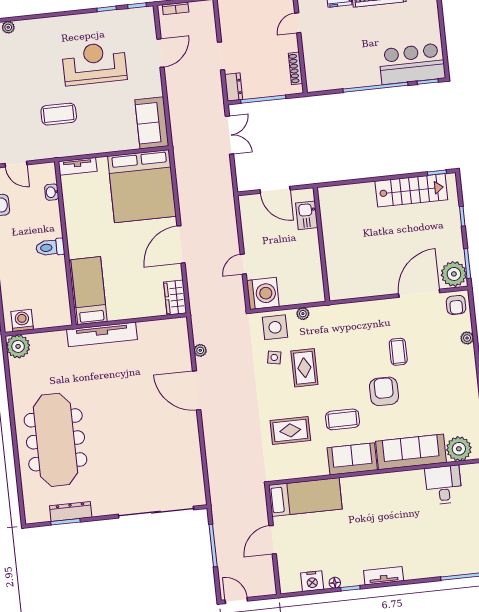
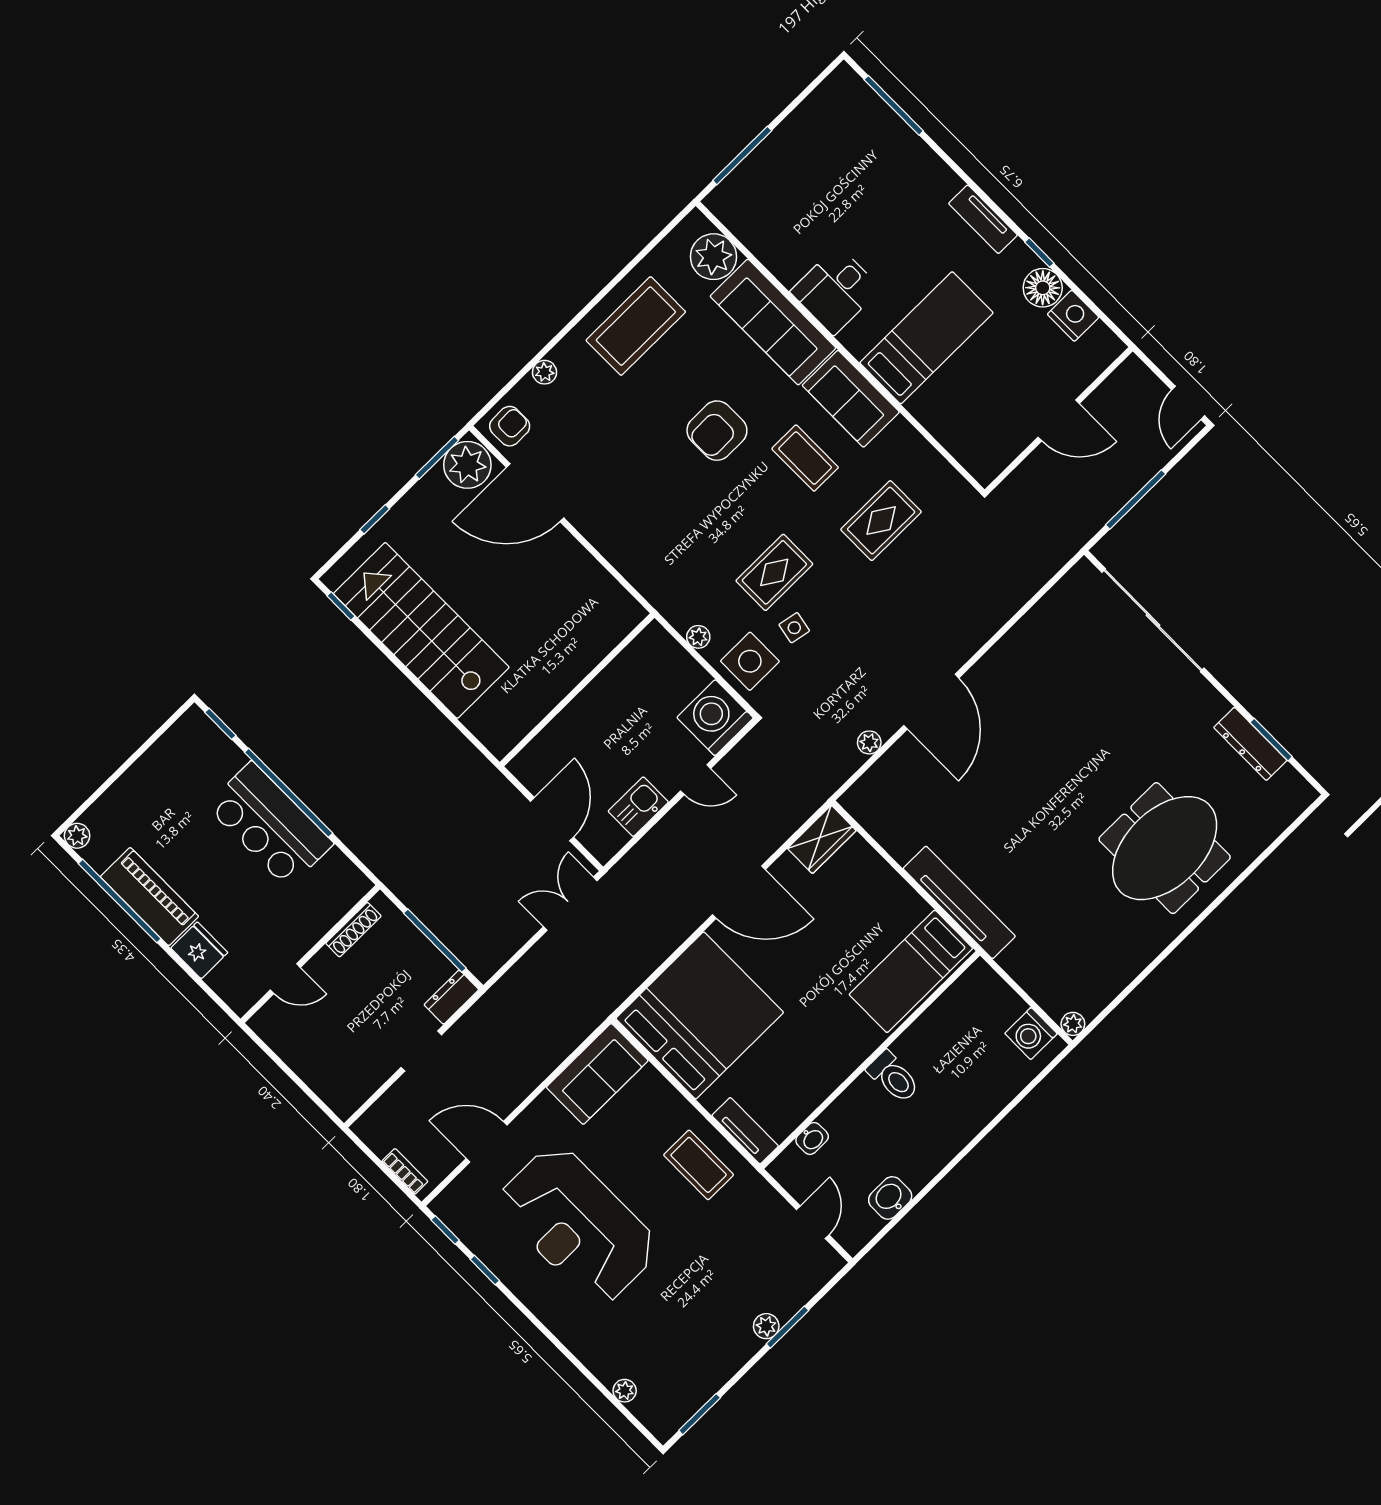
reception desk: (94, 64) -> (578, 1225), width x1.36, depth x1.30
bar counter: (412, 64) -> (270, 825), moved
coffee table: (59, 114) -> (699, 1165), moved
double door: (229, 135) -> (570, 904), moved
stairs: (411, 190) -> (421, 630), width x1.36, depth x1.51
kitchen sink: (307, 215) -> (638, 807), moved, turned 180
plant: (18, 346) -> (1073, 1024), width x0.53, depth x0.53
coffee table: (398, 352) -> (636, 326), moved, width x1.86, depth x1.72
rug: (290, 430) -> (881, 521), turned 90
meeting table: (55, 440) -> (1165, 848), width x0.73
desk: (443, 485) -> (836, 290), moved
bed: (305, 497) -> (926, 338), moved, turned 90
floor lamp: (335, 583) -> (1043, 288), width x1.89, depth x1.89

